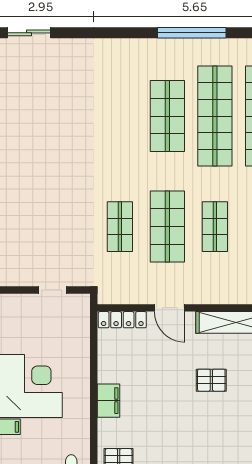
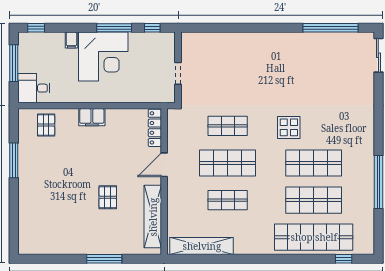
shop shelf: (215, 116) -> (314, 200), width x0.71
display table: (122, 148) -> (289, 127), added

